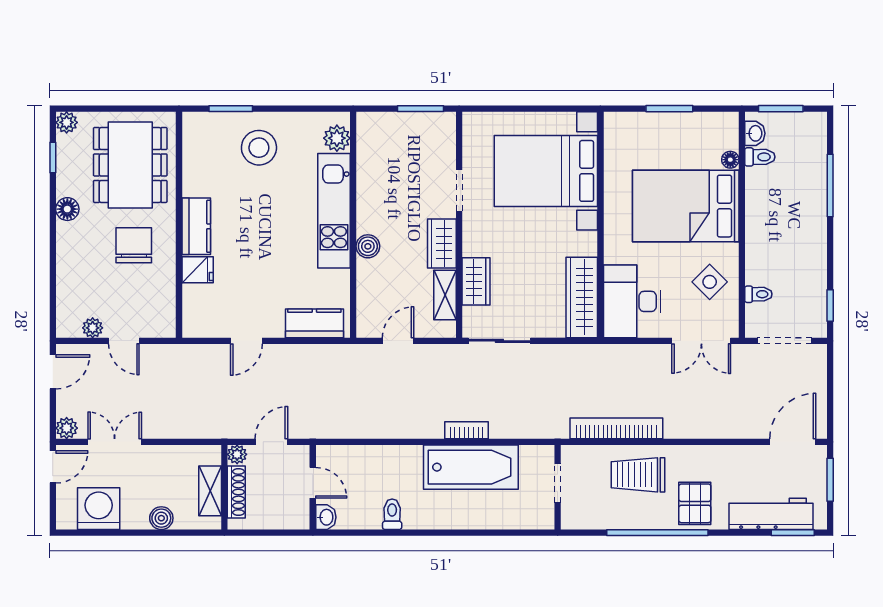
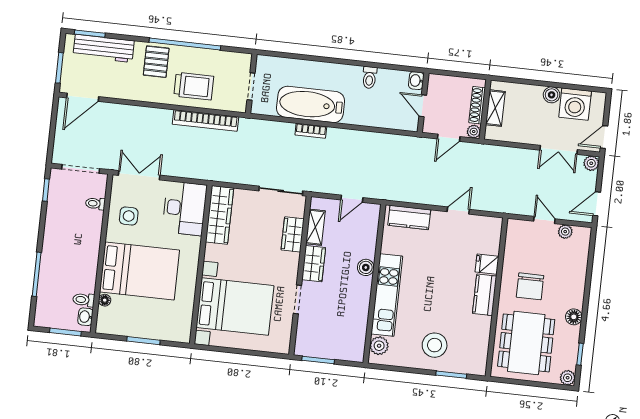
side table: (710, 282) -> (129, 216), turned 45
boiler: (161, 518) -> (552, 95), moved

